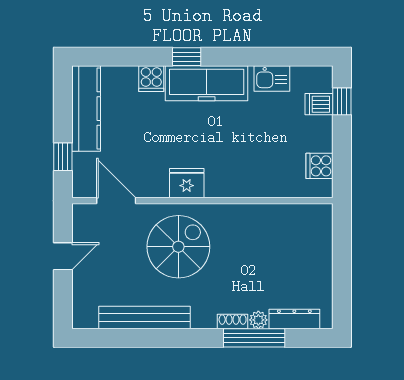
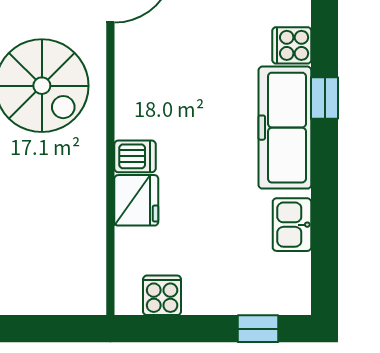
dishwasher: (319, 104) -> (135, 156), moved, turned 90
fridge: (187, 183) -> (136, 200), moved

